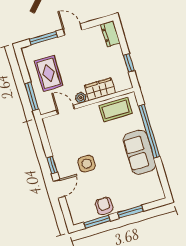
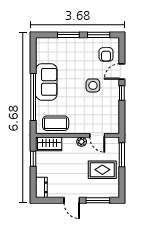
rug: (49, 73) -> (102, 170), turned 90
wardrobe: (100, 89) -> (50, 144), moved
armchair: (104, 206) -> (106, 54), moved

